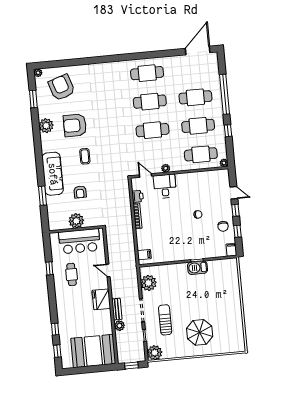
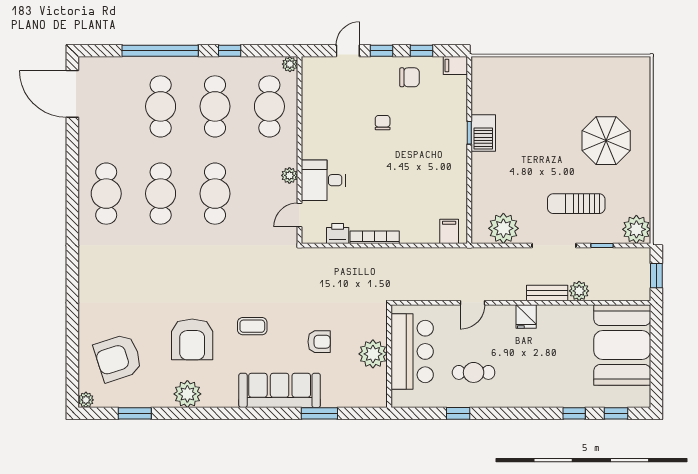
fridge: (101, 299) -> (526, 317), width x0.53, depth x0.75

